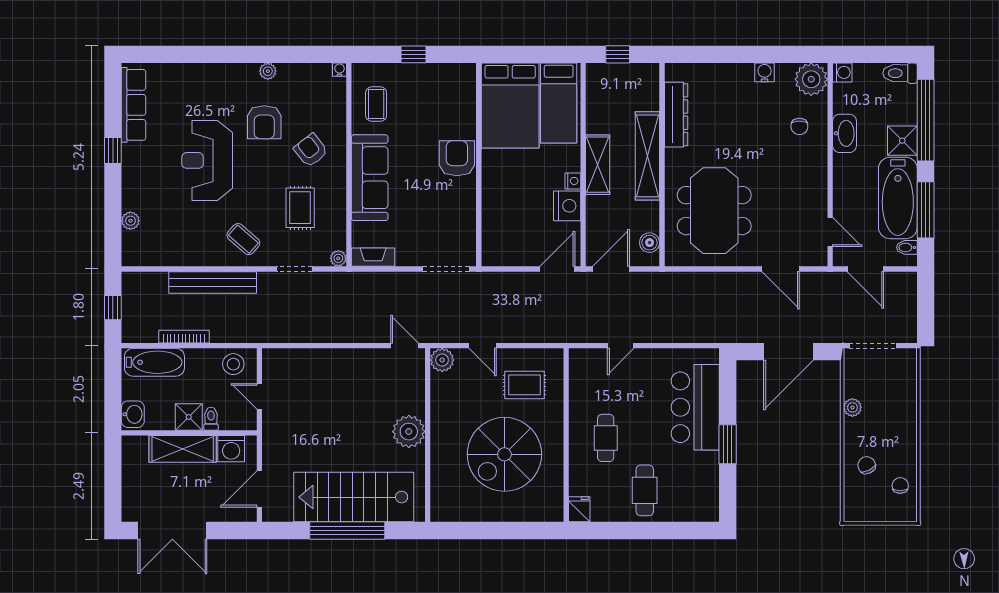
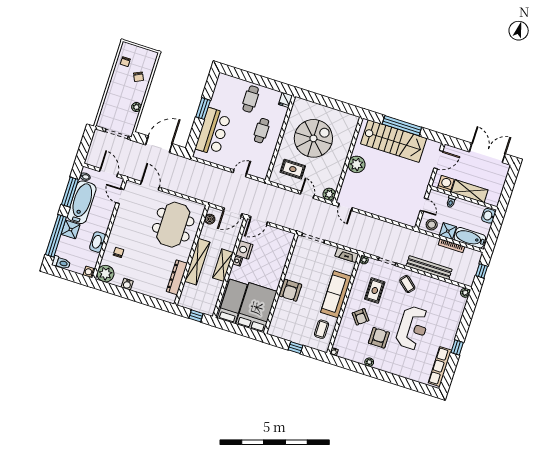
plant: (130, 221) -> (465, 293), moved
shower: (189, 417) -> (448, 231), moved

